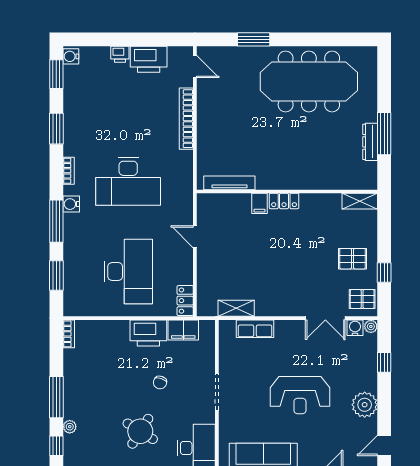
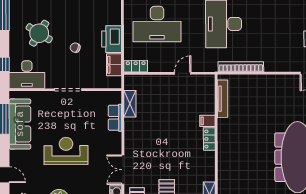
bookcase: (186, 119) -> (241, 67), moved
reception desk: (300, 395) -> (66, 151), turned 90

